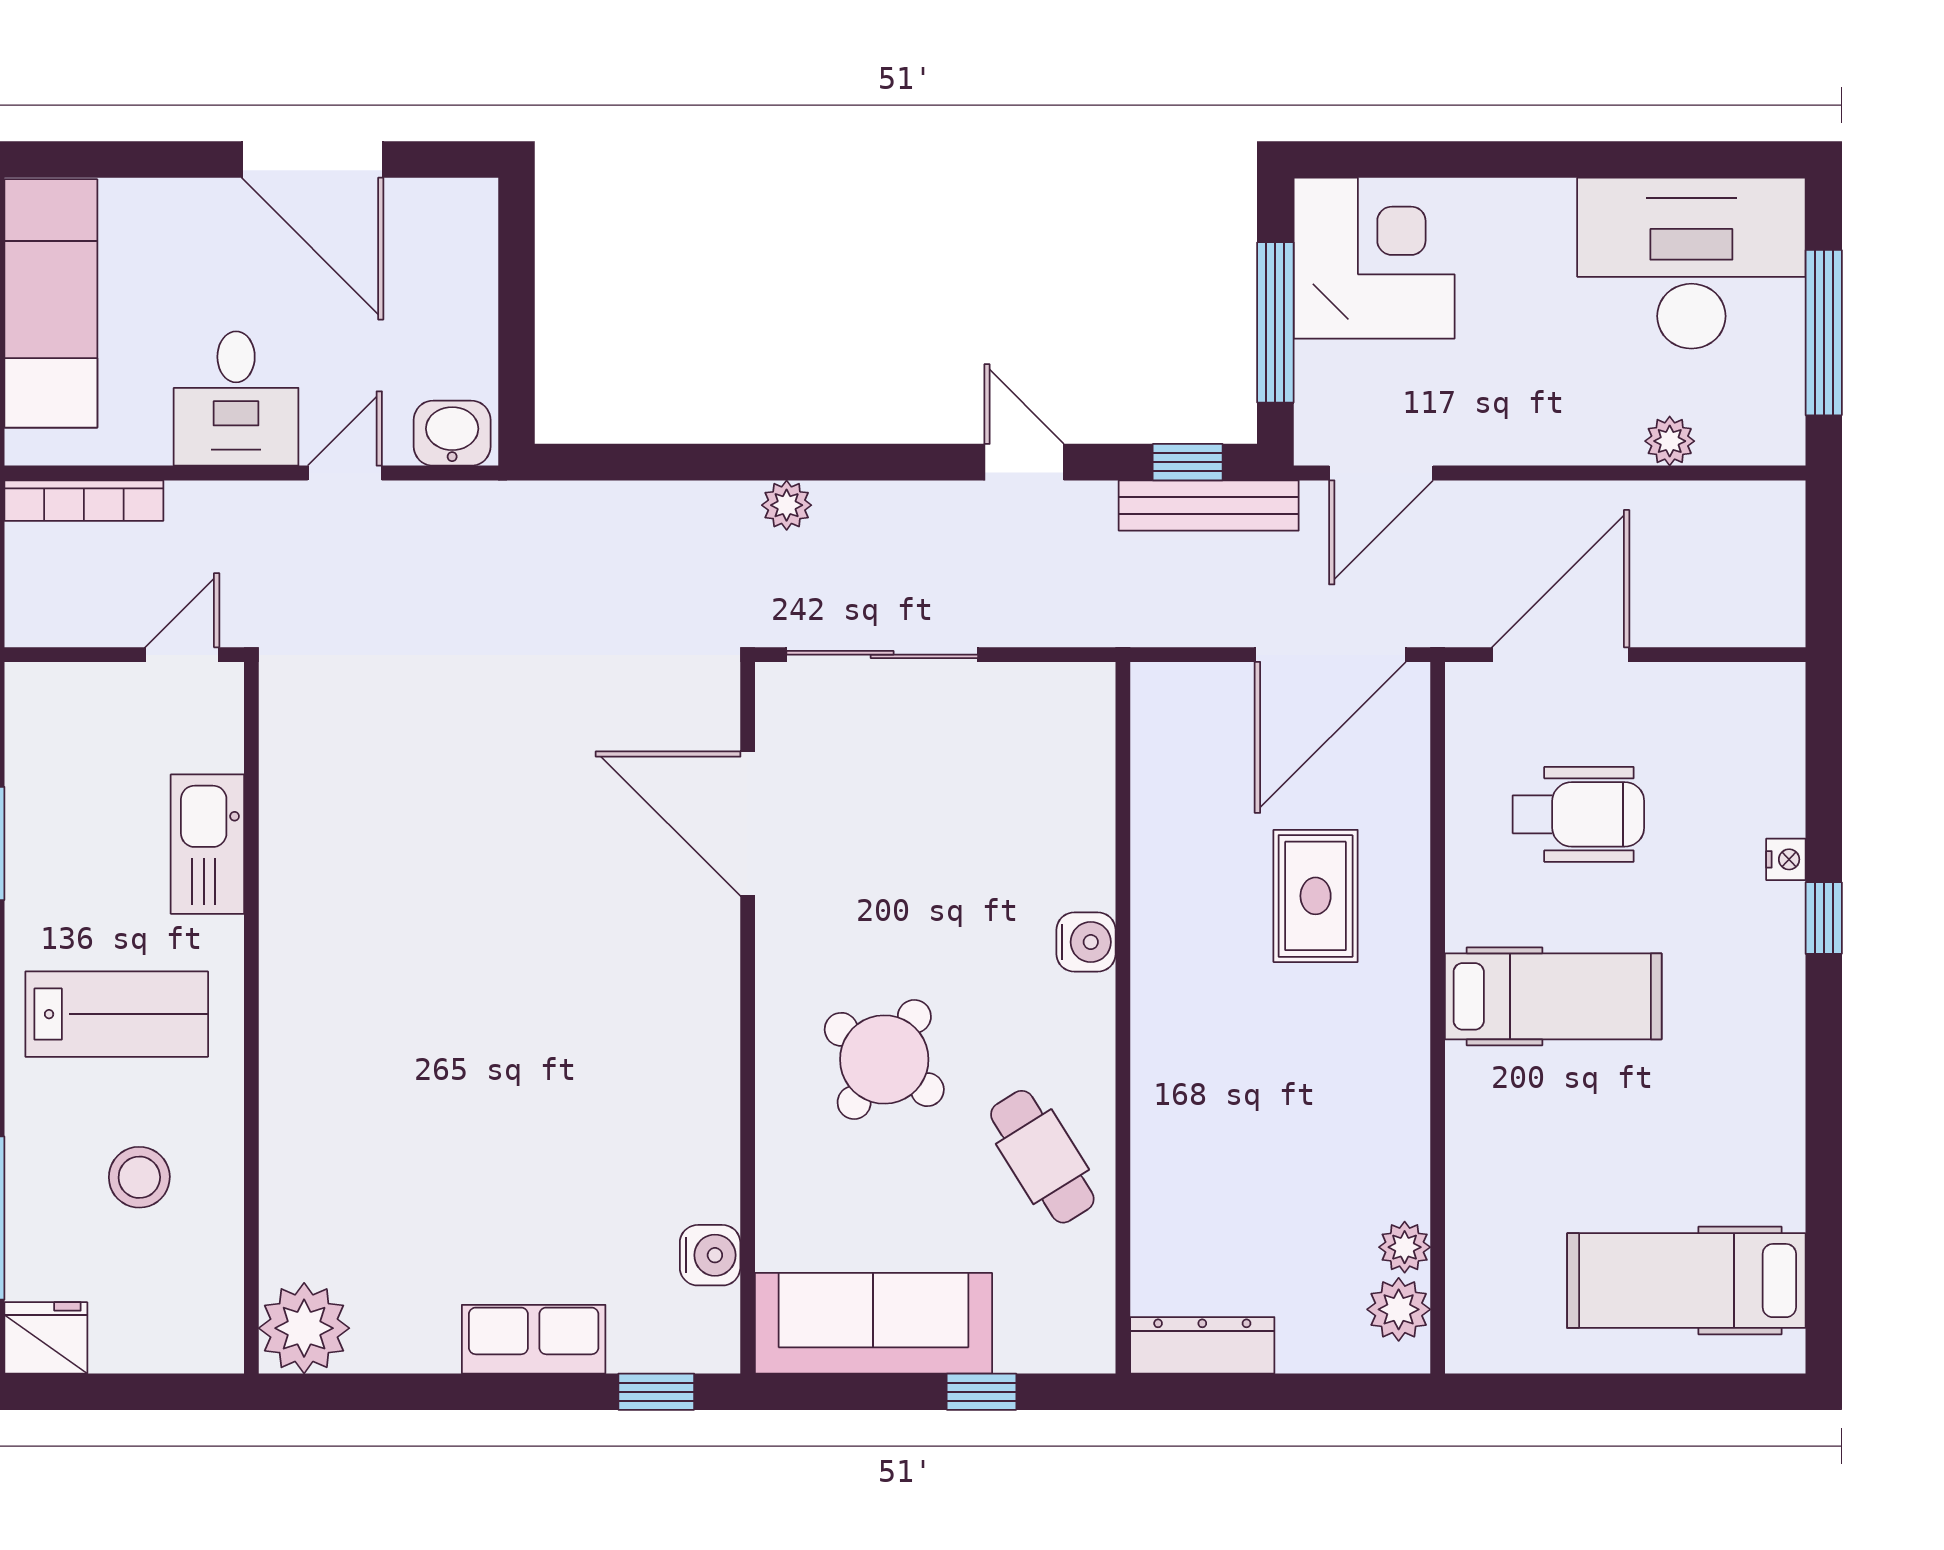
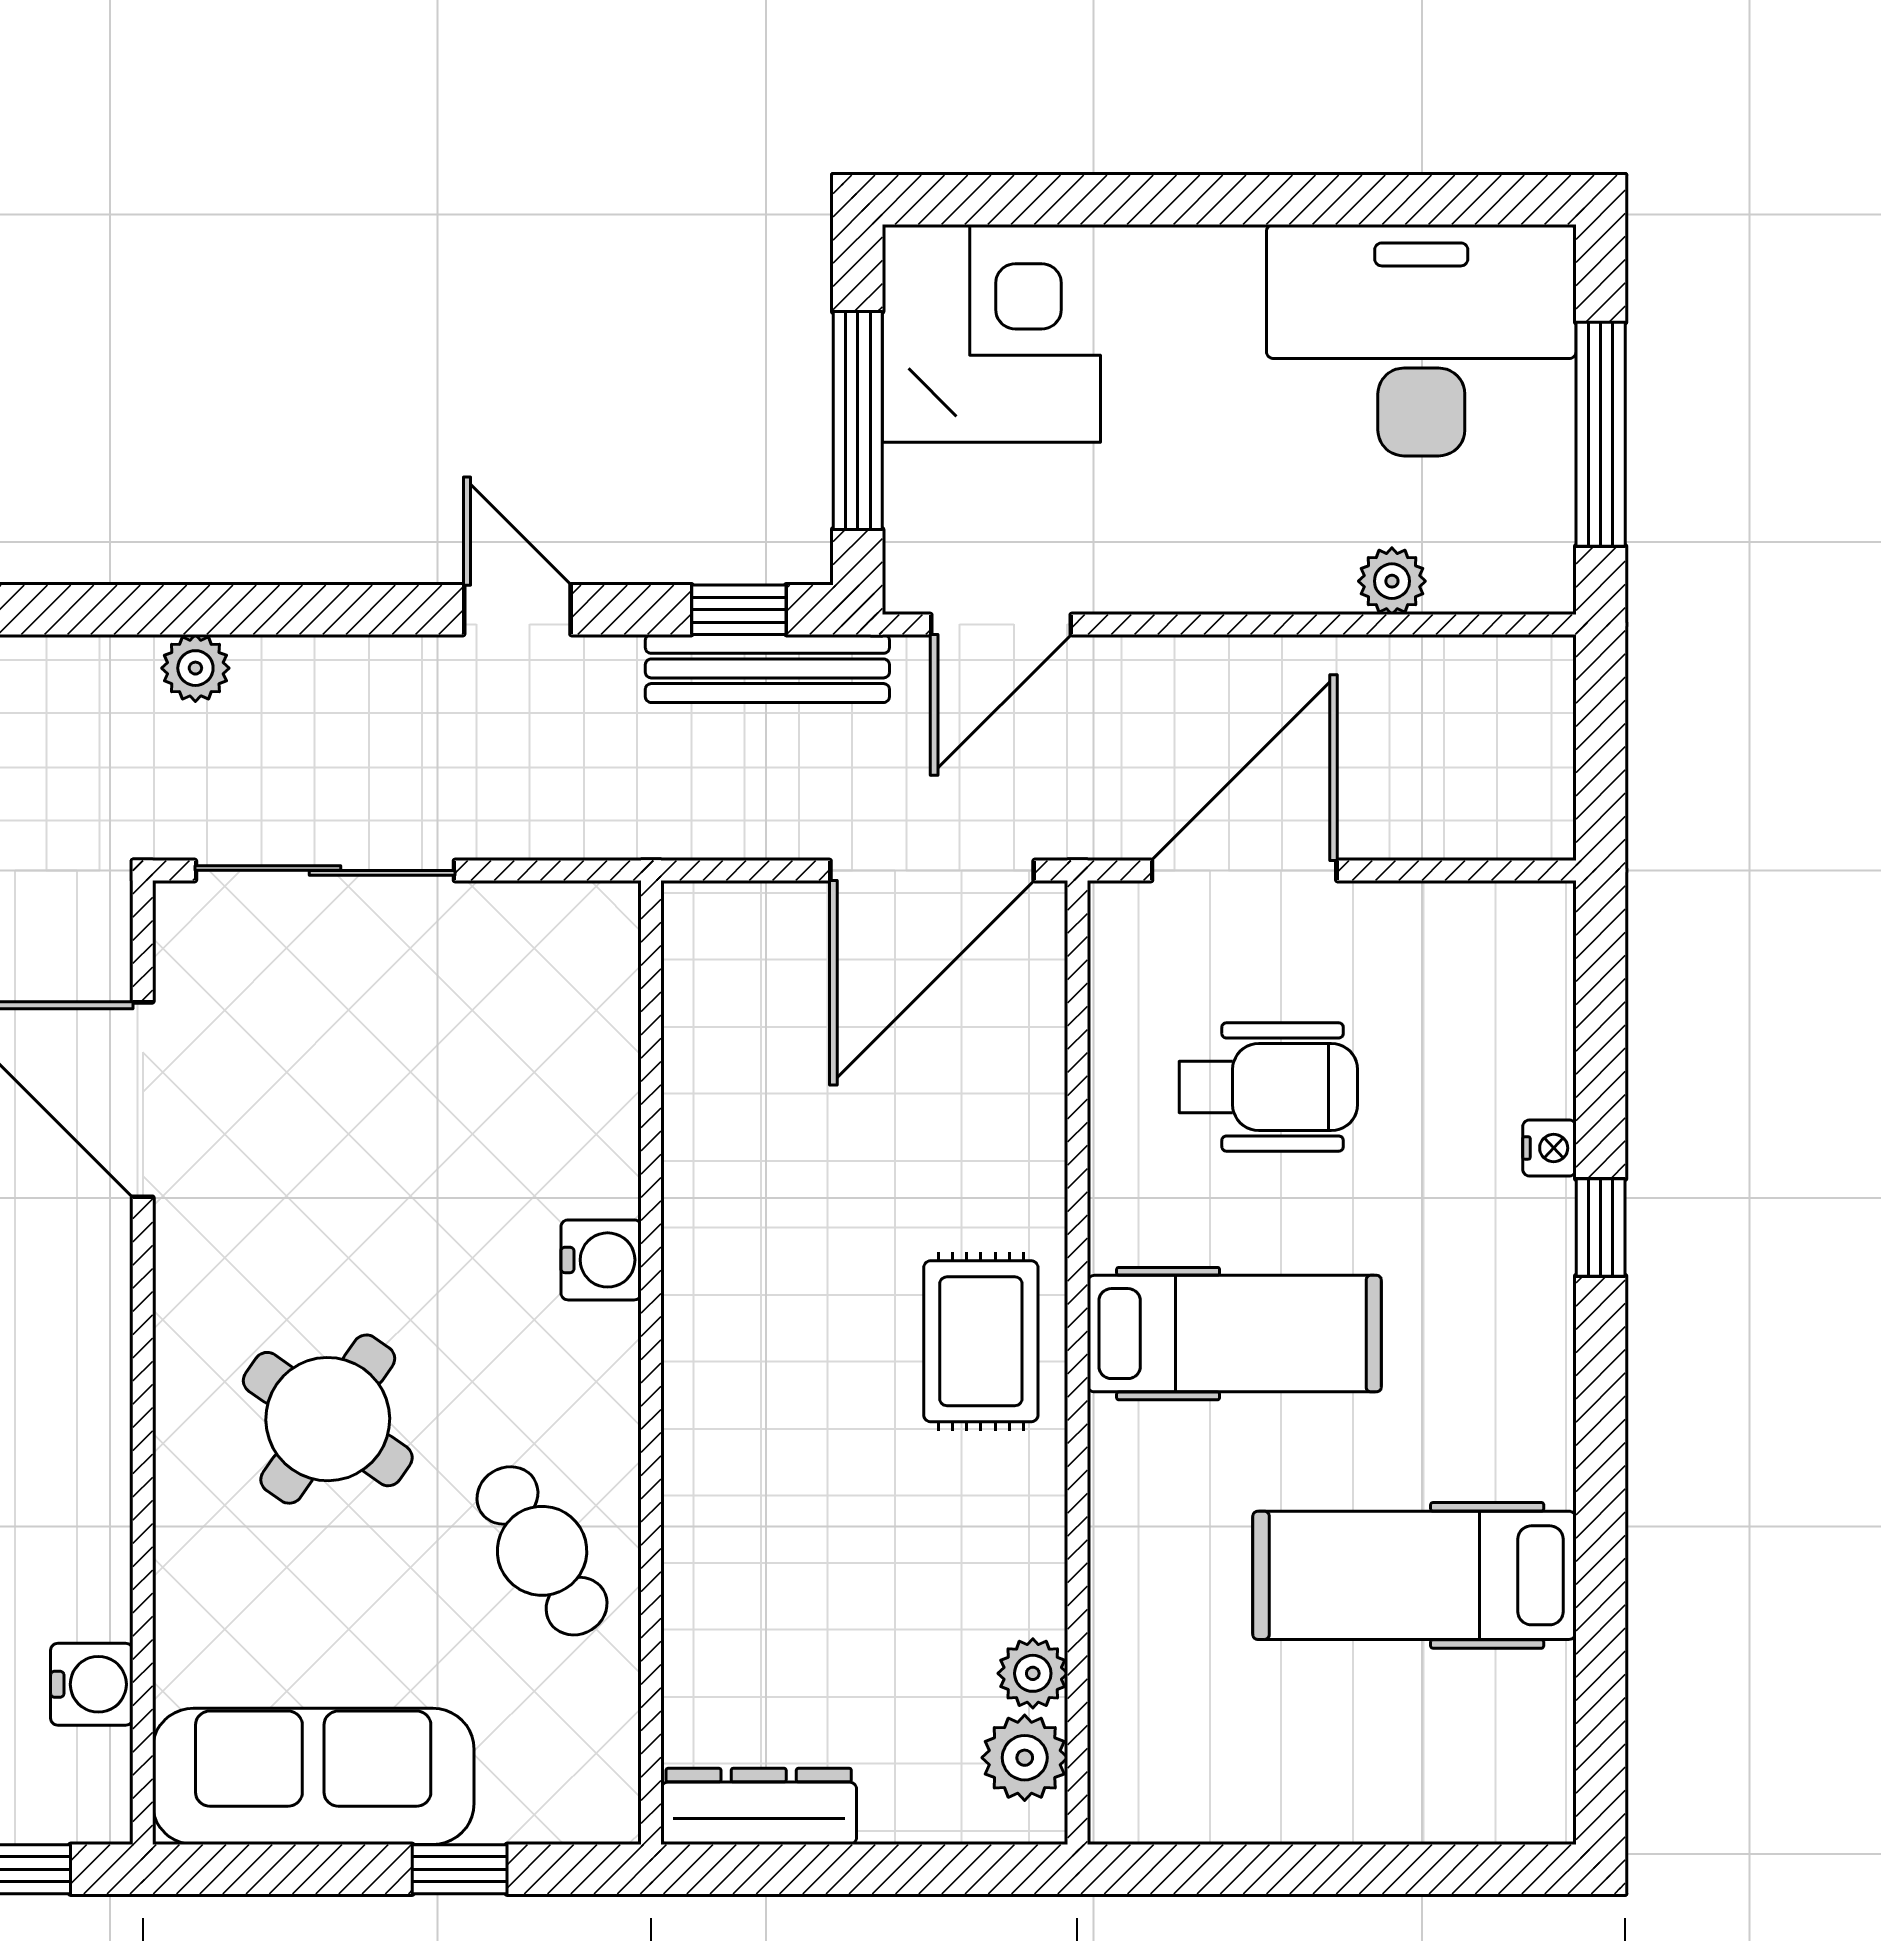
rug: (1316, 896) -> (981, 1341), moved
hospital bed: (1686, 1281) -> (1415, 1575), moved

